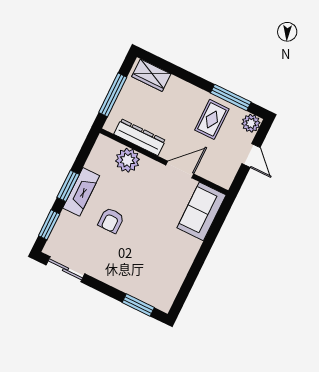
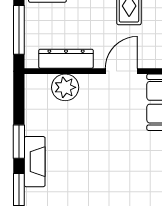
fireplace: (81, 192) -> (35, 162), moved
armchair: (111, 220) -> (78, 155), removed

